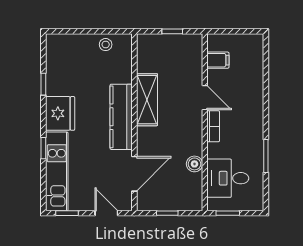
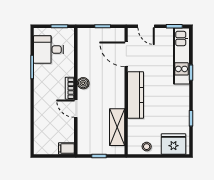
filing cabinet: (218, 60) -> (66, 149), moved
shelving: (147, 100) -> (117, 127), moved
fridge: (60, 113) -> (173, 144), moved, turned 90
boiler: (194, 164) -> (83, 83), moved
door: (134, 174) -> (126, 54), hinge flipped
desk: (228, 178) -> (49, 50), moved, turned 180

